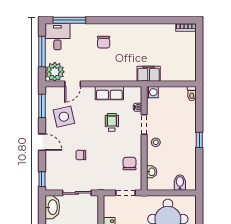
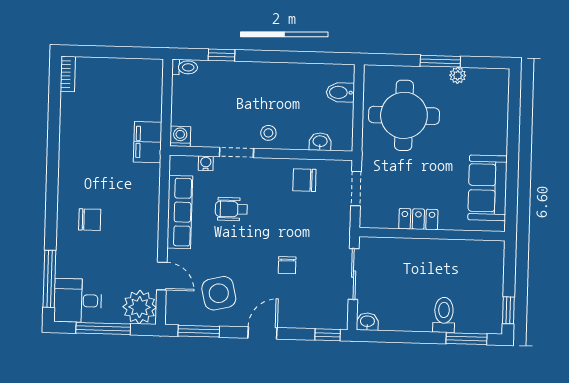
row of seats: (109, 93) -> (180, 212), width x1.48
window: (199, 140) -> (221, 55), moved
washbasin: (52, 207) -> (367, 322), width x0.52, depth x0.69

